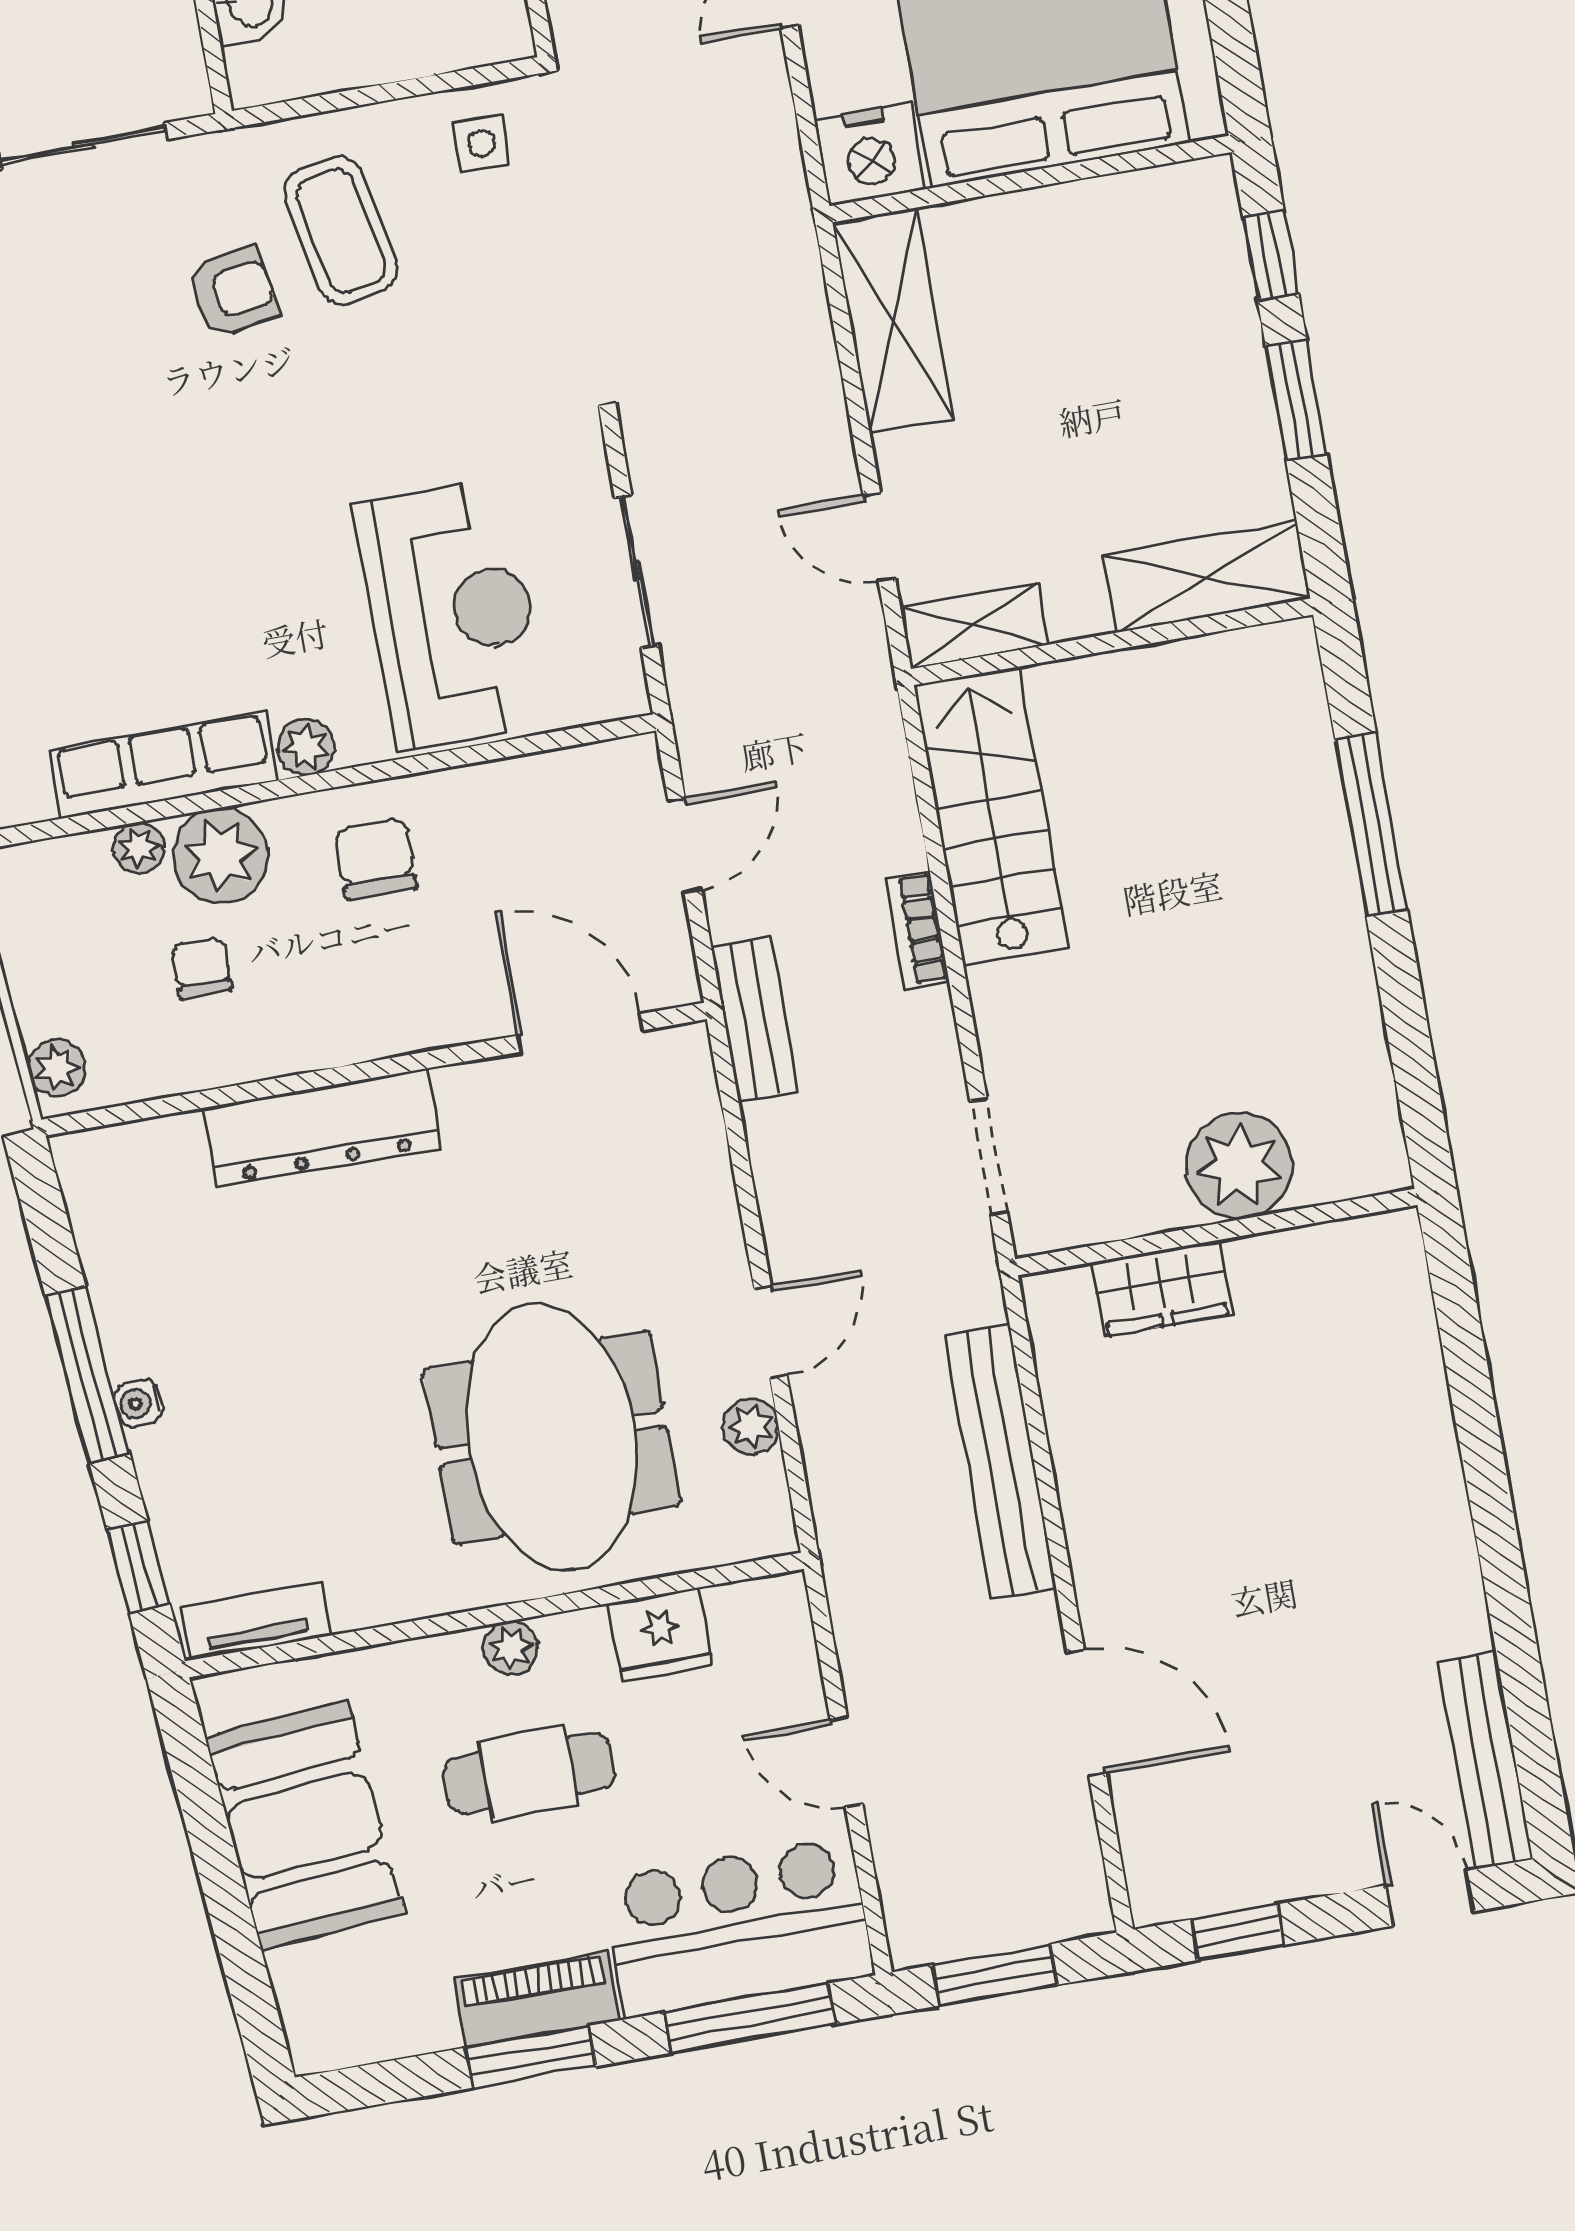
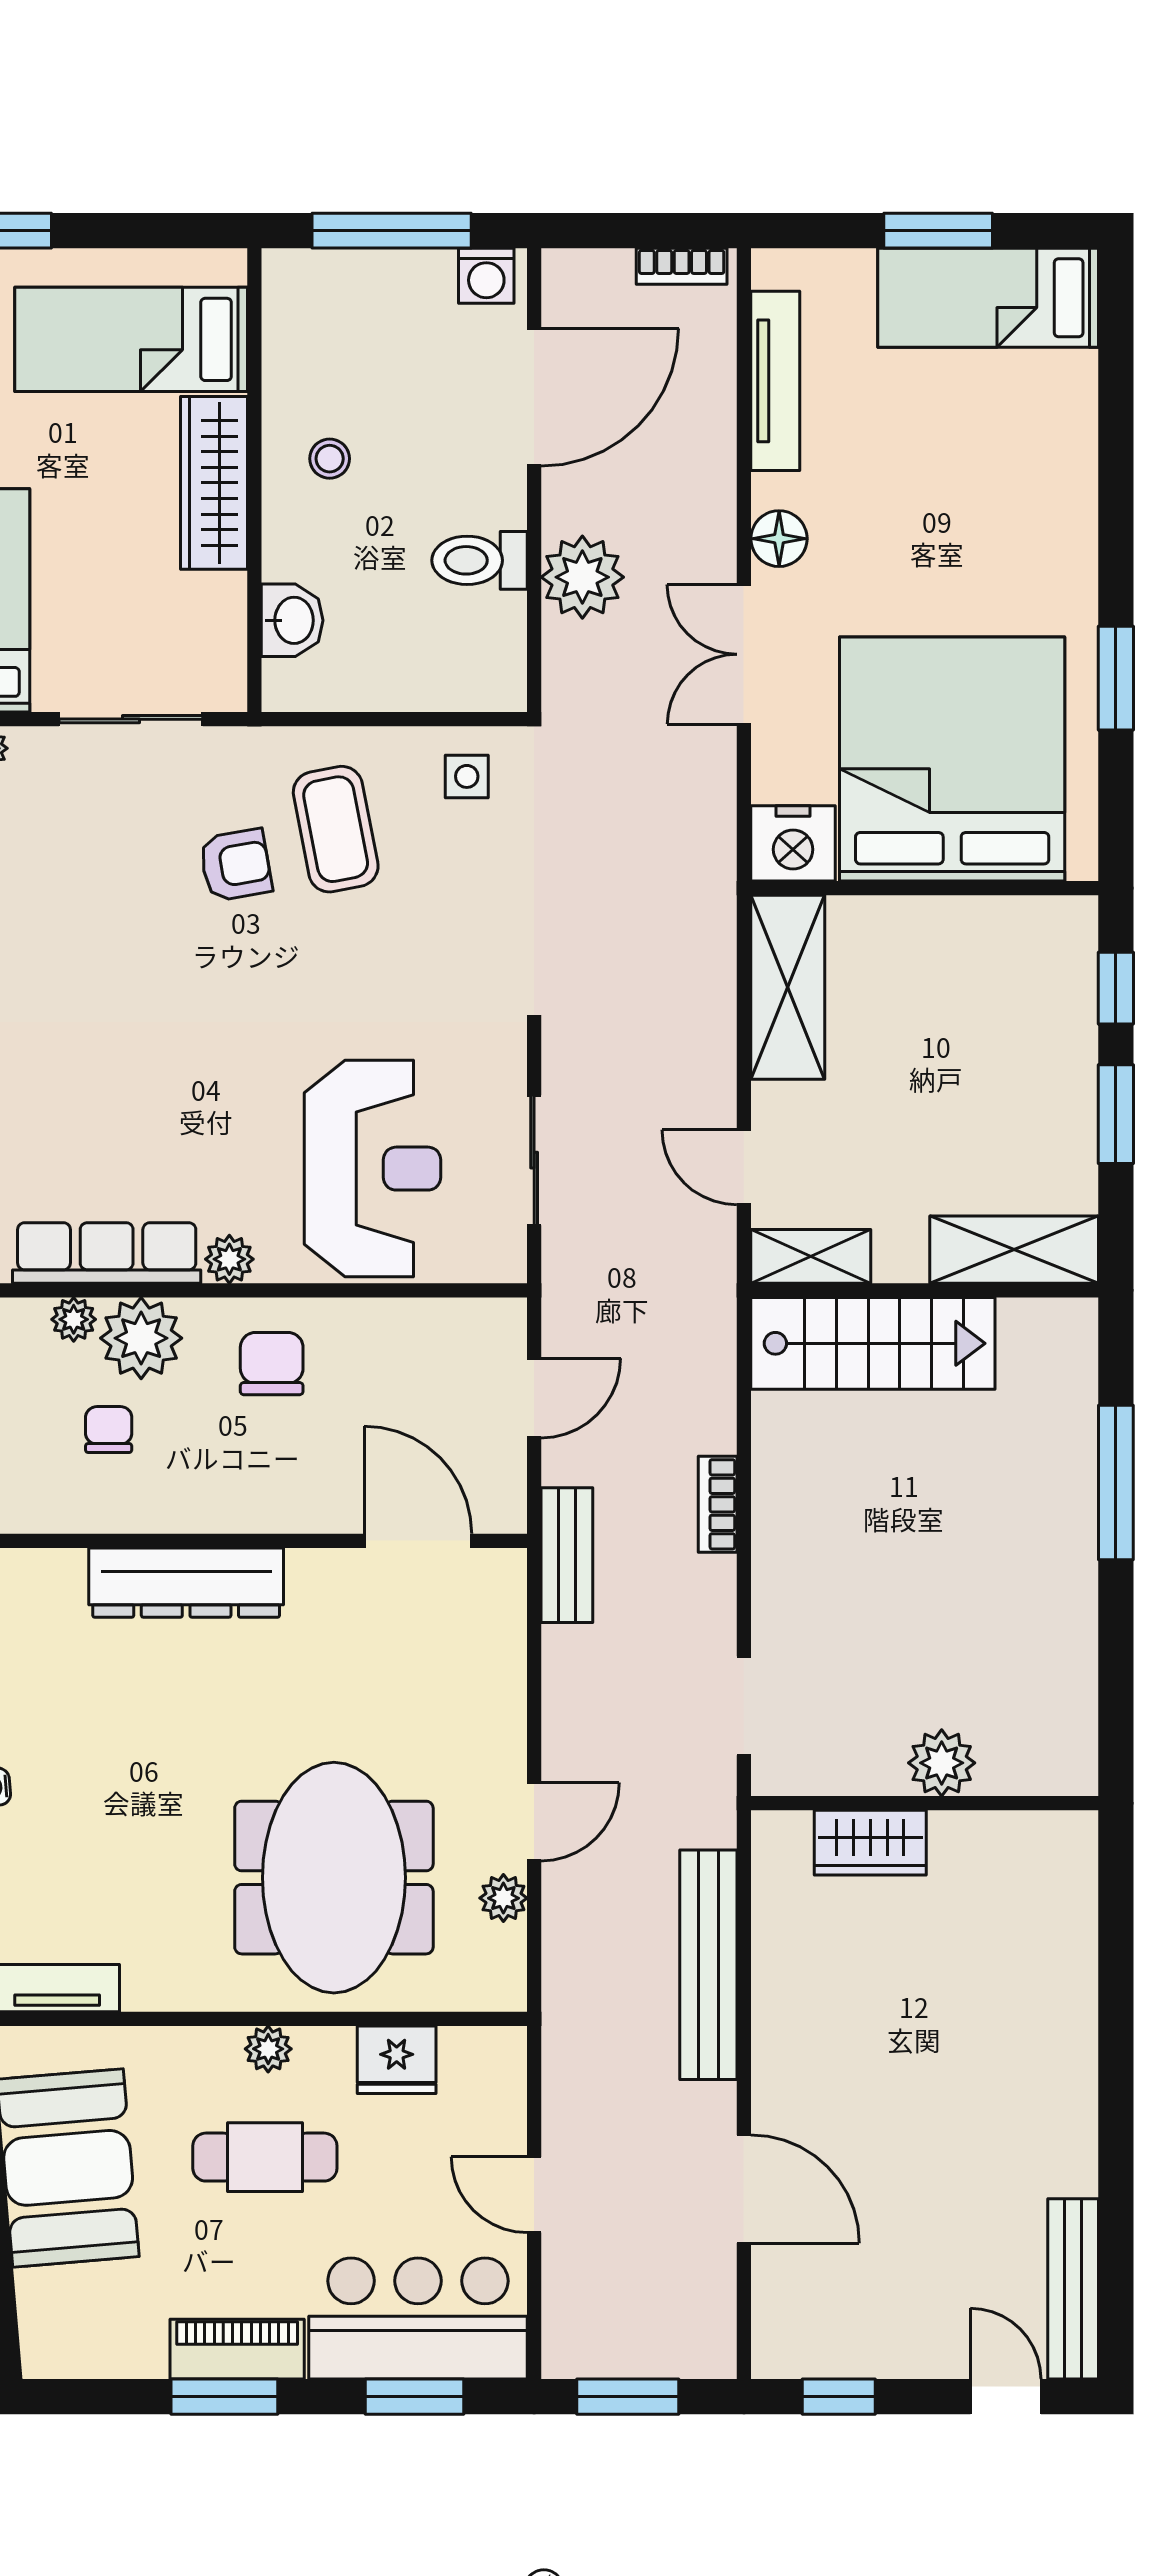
stairs: (991, 816) -> (873, 1343), moved, turned 90
plant: (1239, 1166) -> (942, 1763), width x0.73, depth x0.73
window: (750, 2018) -> (415, 2397), width x0.69

